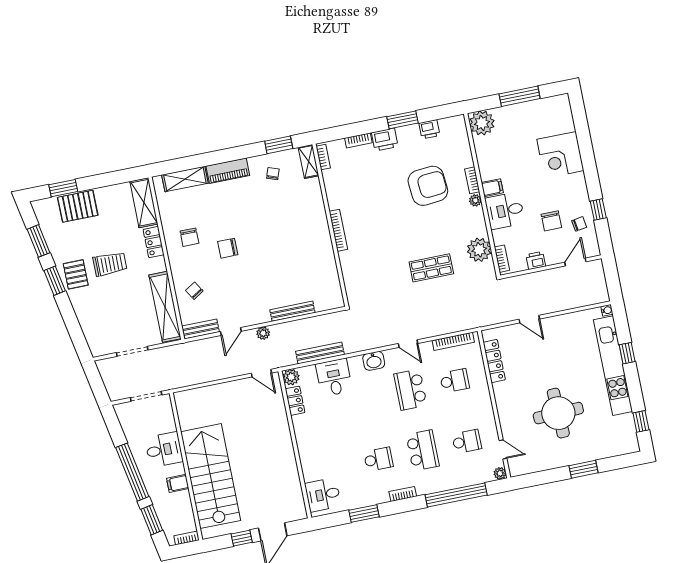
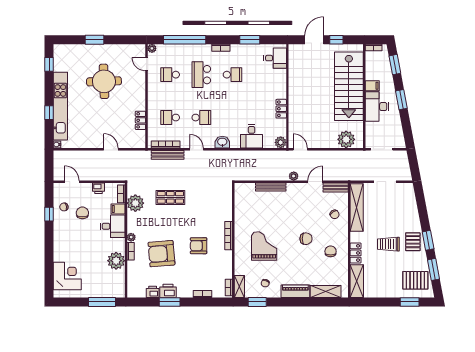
window: (520, 96) -> (102, 302), moved
plant: (482, 123) -> (116, 261), moved
printer: (385, 140) -> (168, 291), moved
corner desk: (560, 155) -> (67, 276), moved
filing cabinet: (492, 188) -> (118, 209), moved
pallet: (78, 206) -> (415, 280), moved
armchair: (378, 208) -> (199, 246), added
grand piano: (285, 226) -> (264, 246), added
door: (575, 262) -> (72, 182), swing flipped
bench: (320, 353) -> (168, 155), moved
locker: (494, 361) -> (140, 120), width x0.66
school desk: (410, 390) -> (201, 118), width x0.54
plant: (199, 400) -> (346, 139), added
locker: (295, 401) -> (281, 109), moved
desk: (164, 450) -> (377, 107), width x1.37
school desk: (378, 459) -> (233, 75), turned 180
window: (132, 472) -> (401, 100), width x0.47

